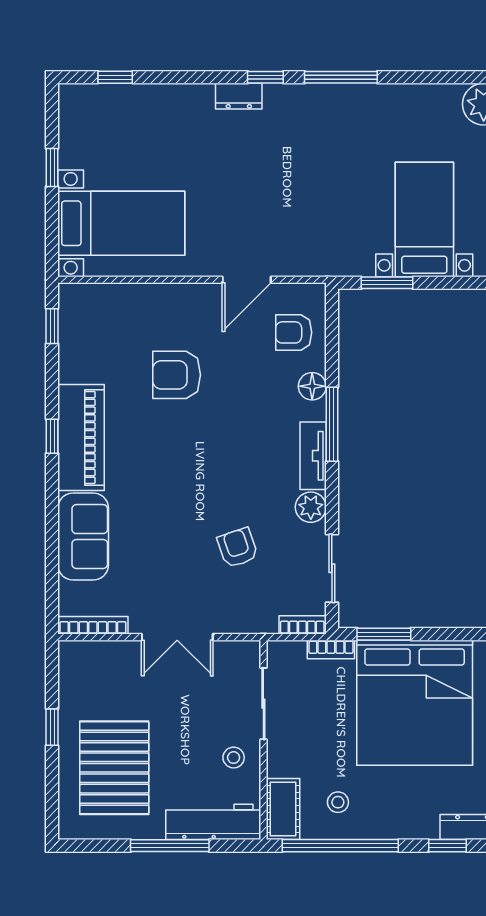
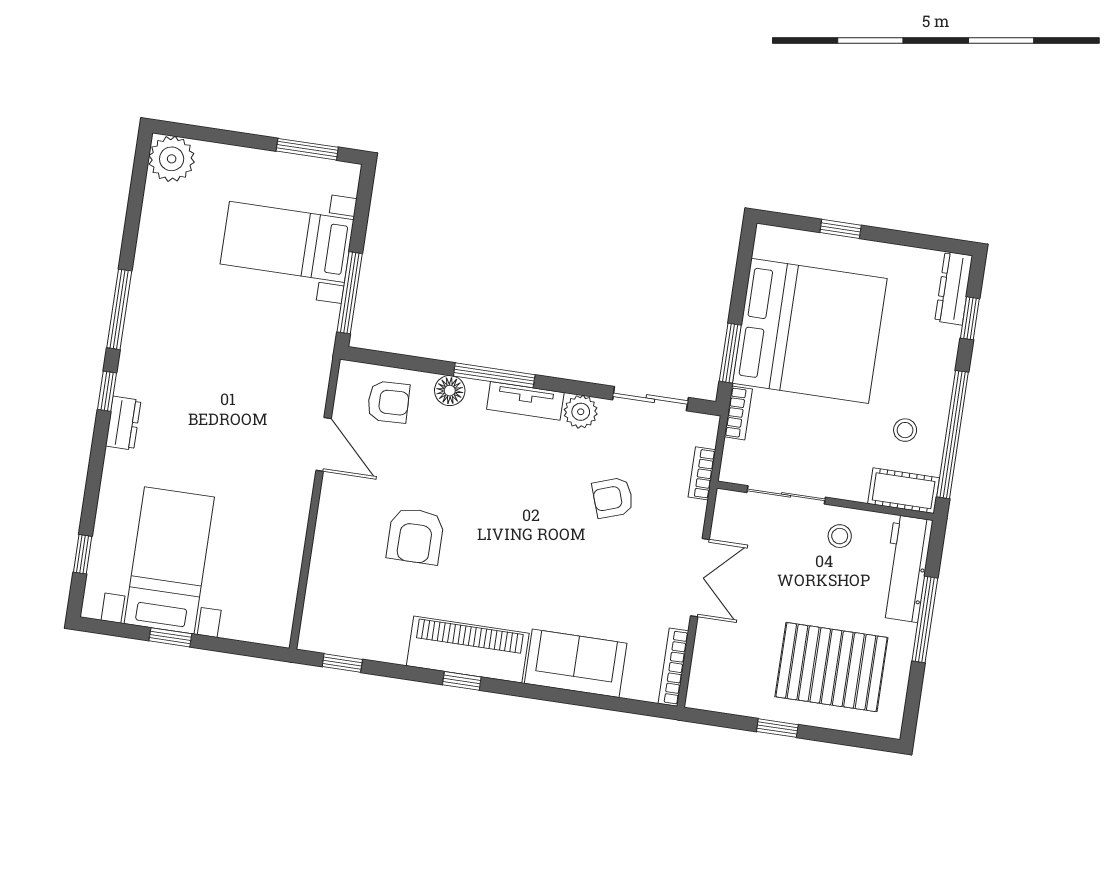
bed with nightstands: (121, 223) -> (169, 560), moved
window: (387, 283) -> (350, 293), width x1.44
armchair: (294, 332) -> (388, 402), turned -92
bookcase: (302, 625) -> (702, 473), moved

